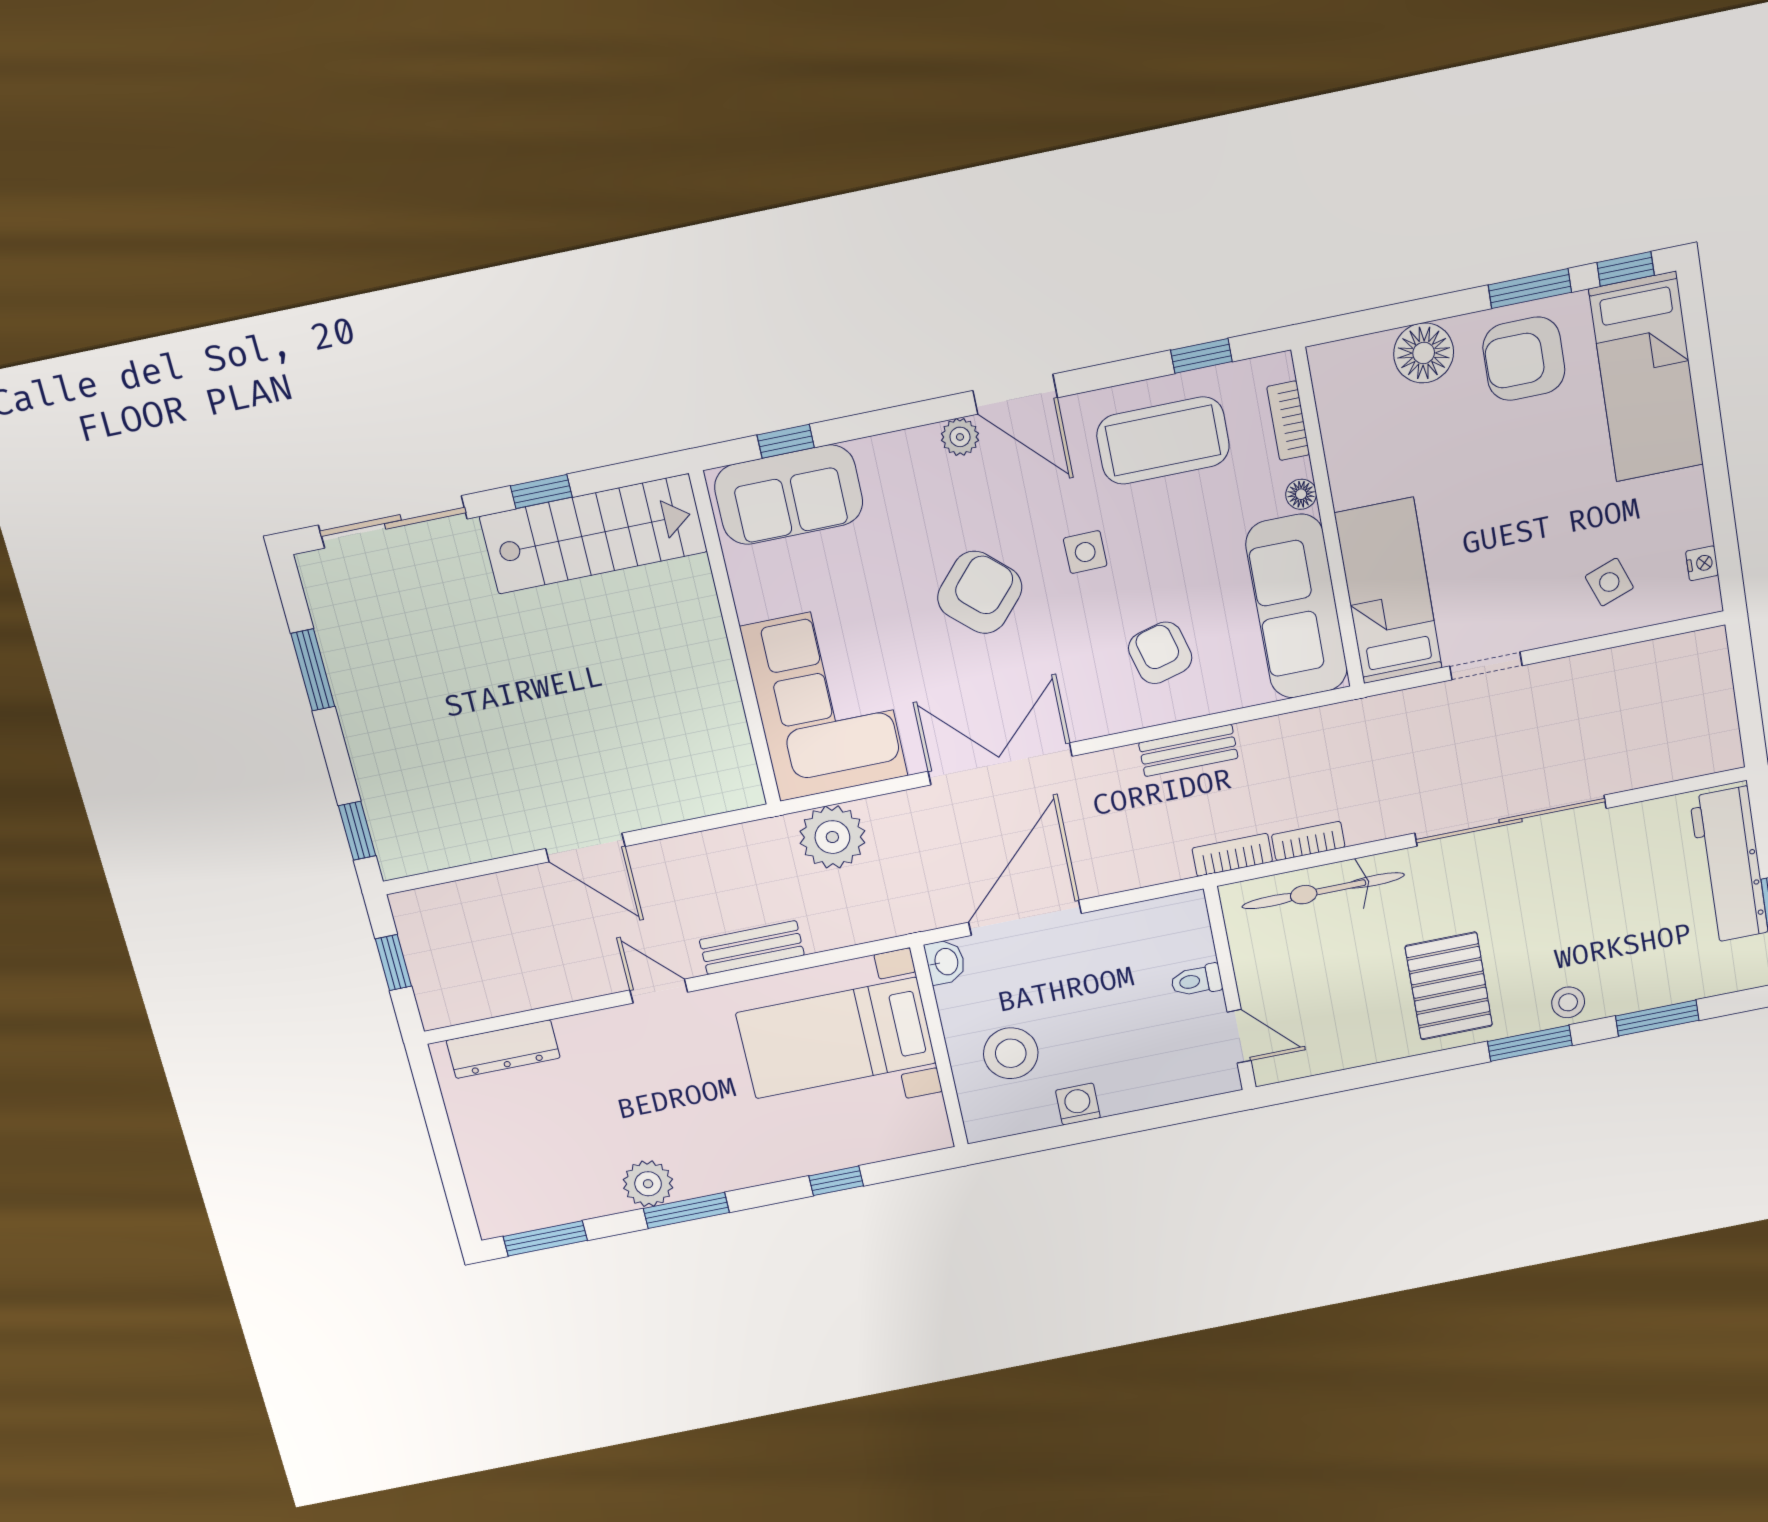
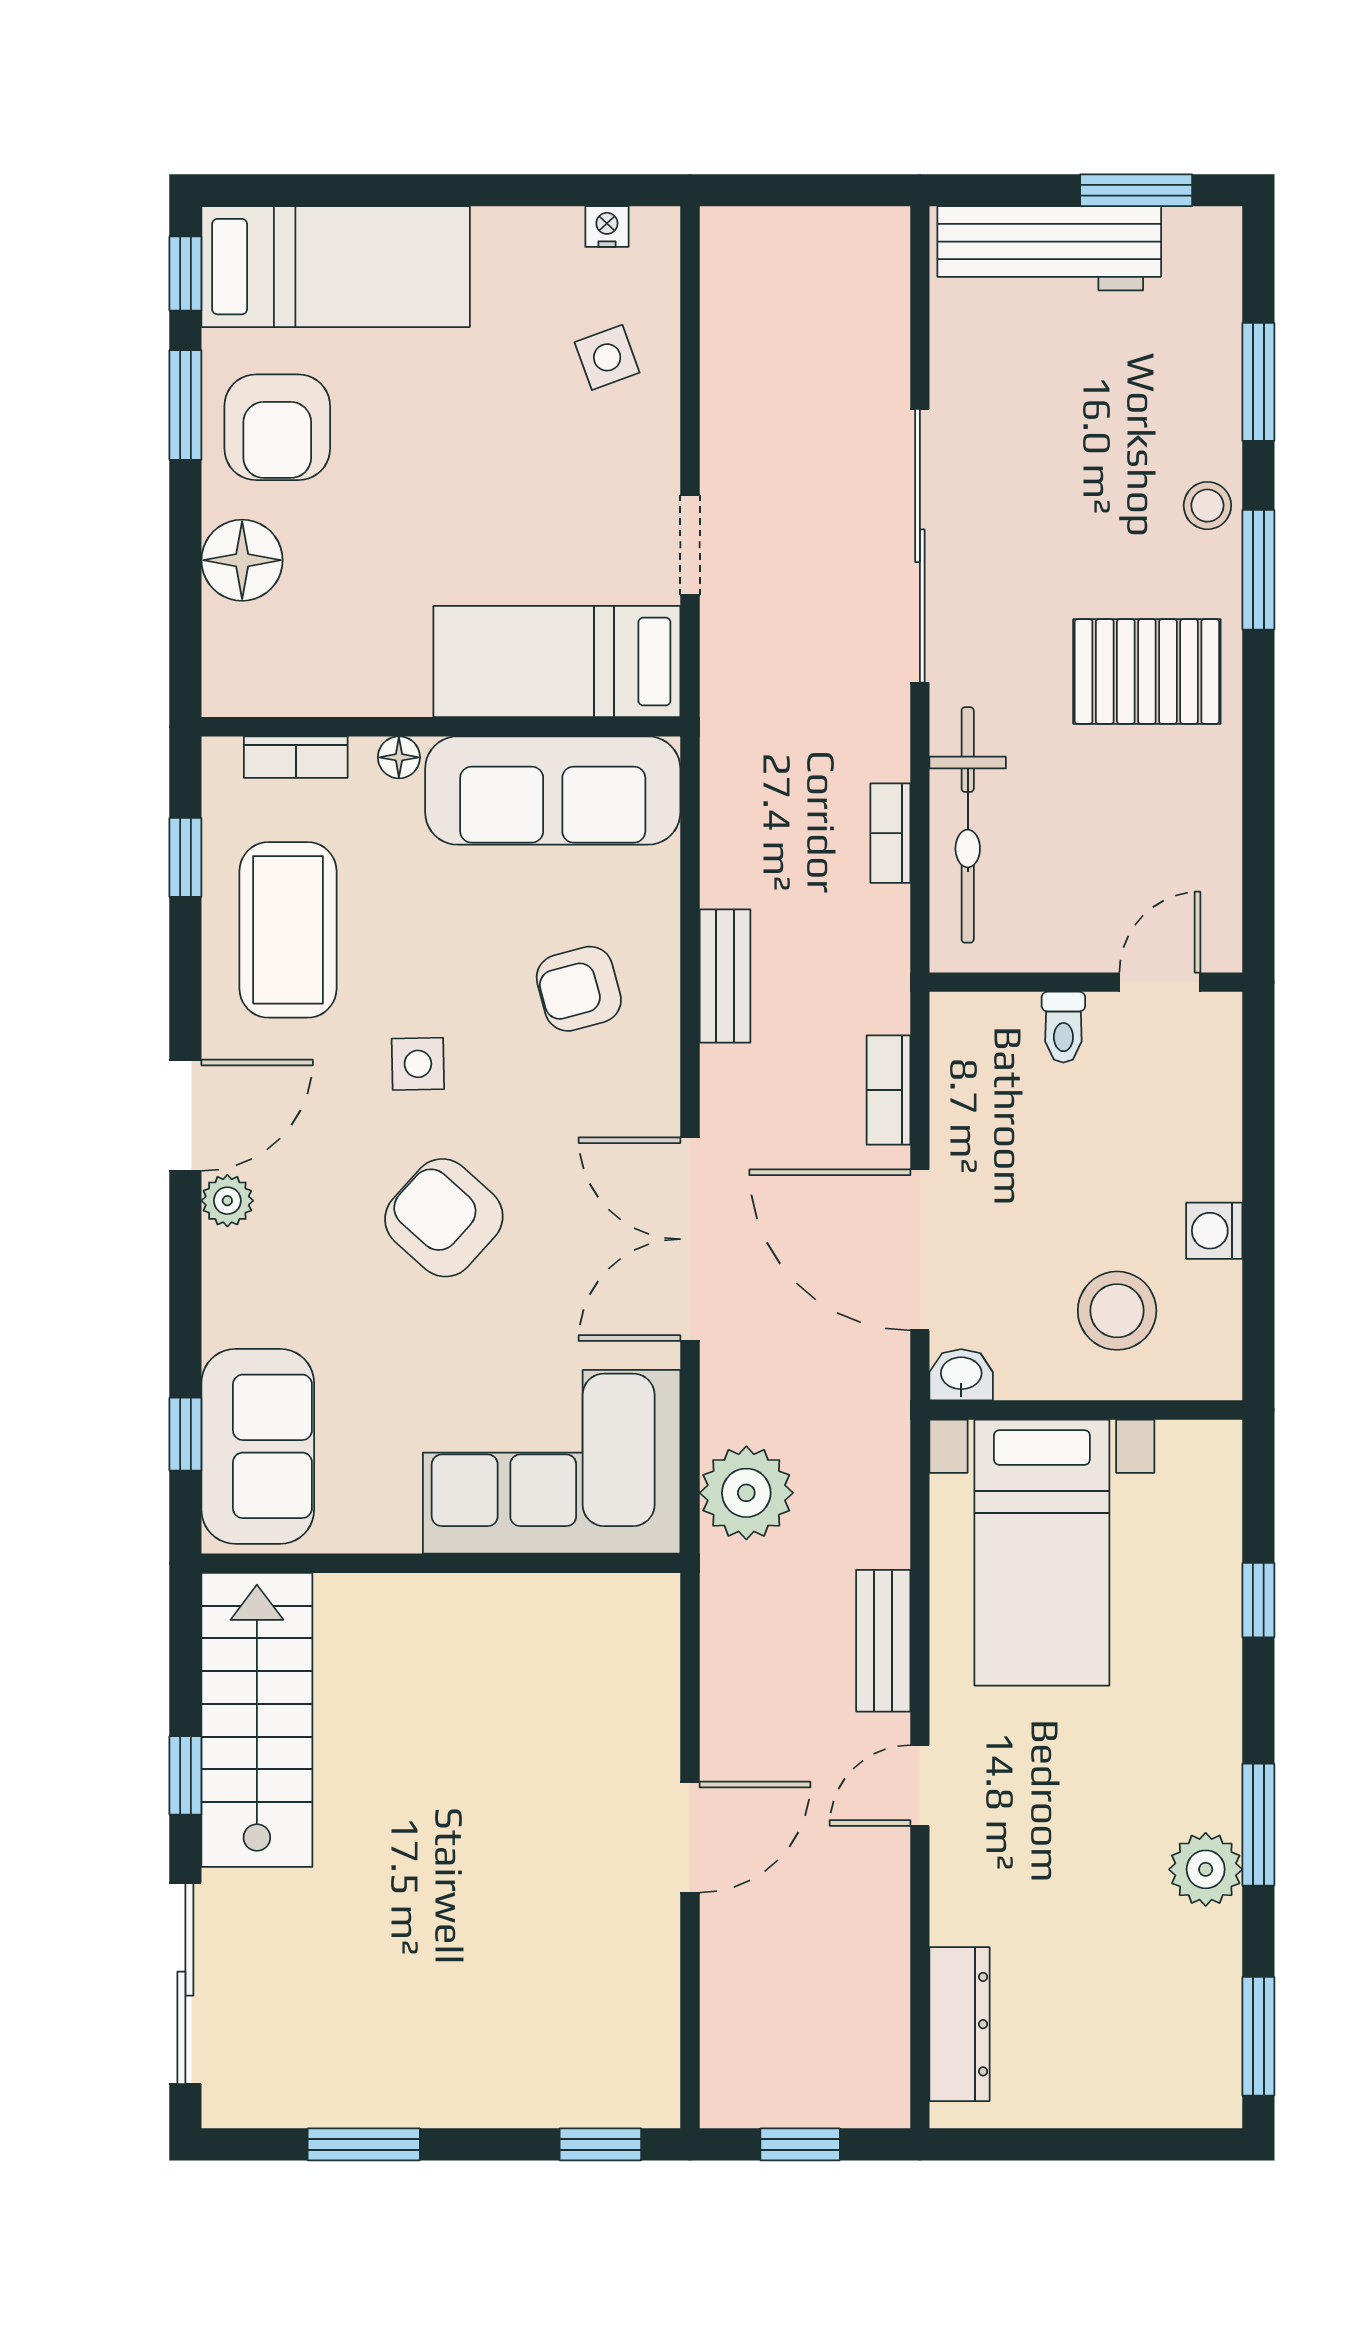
bookcase: (1232, 855) -> (888, 1090), moved

